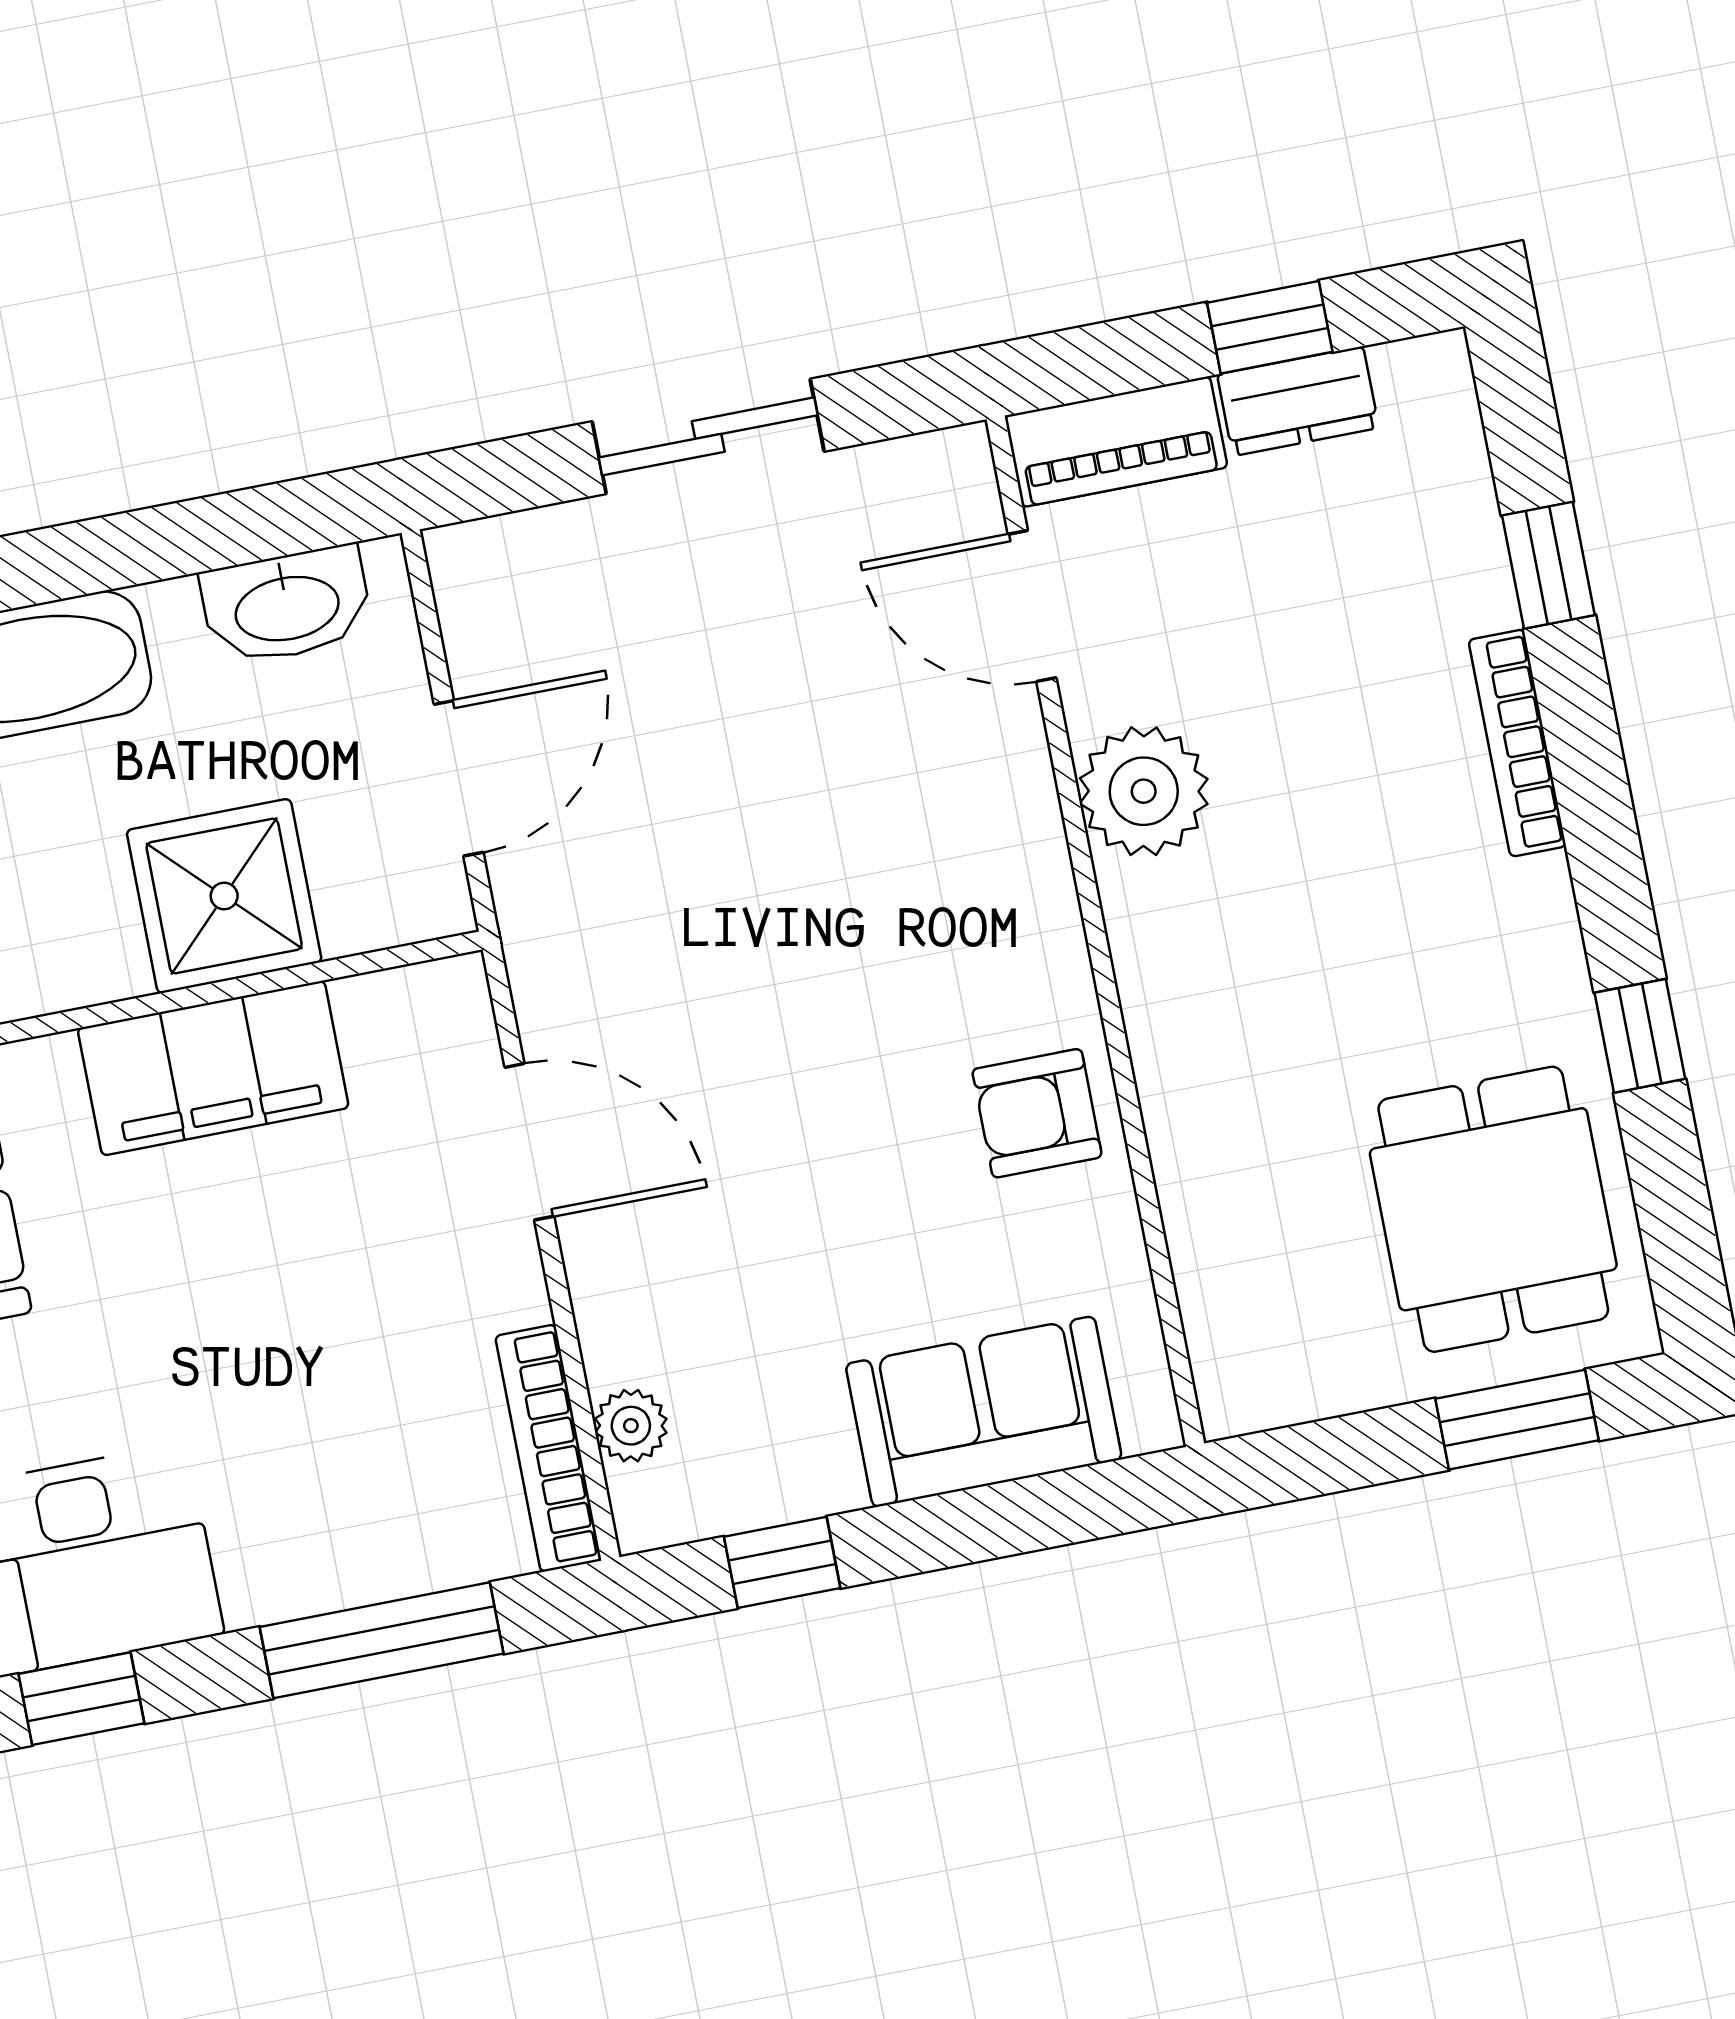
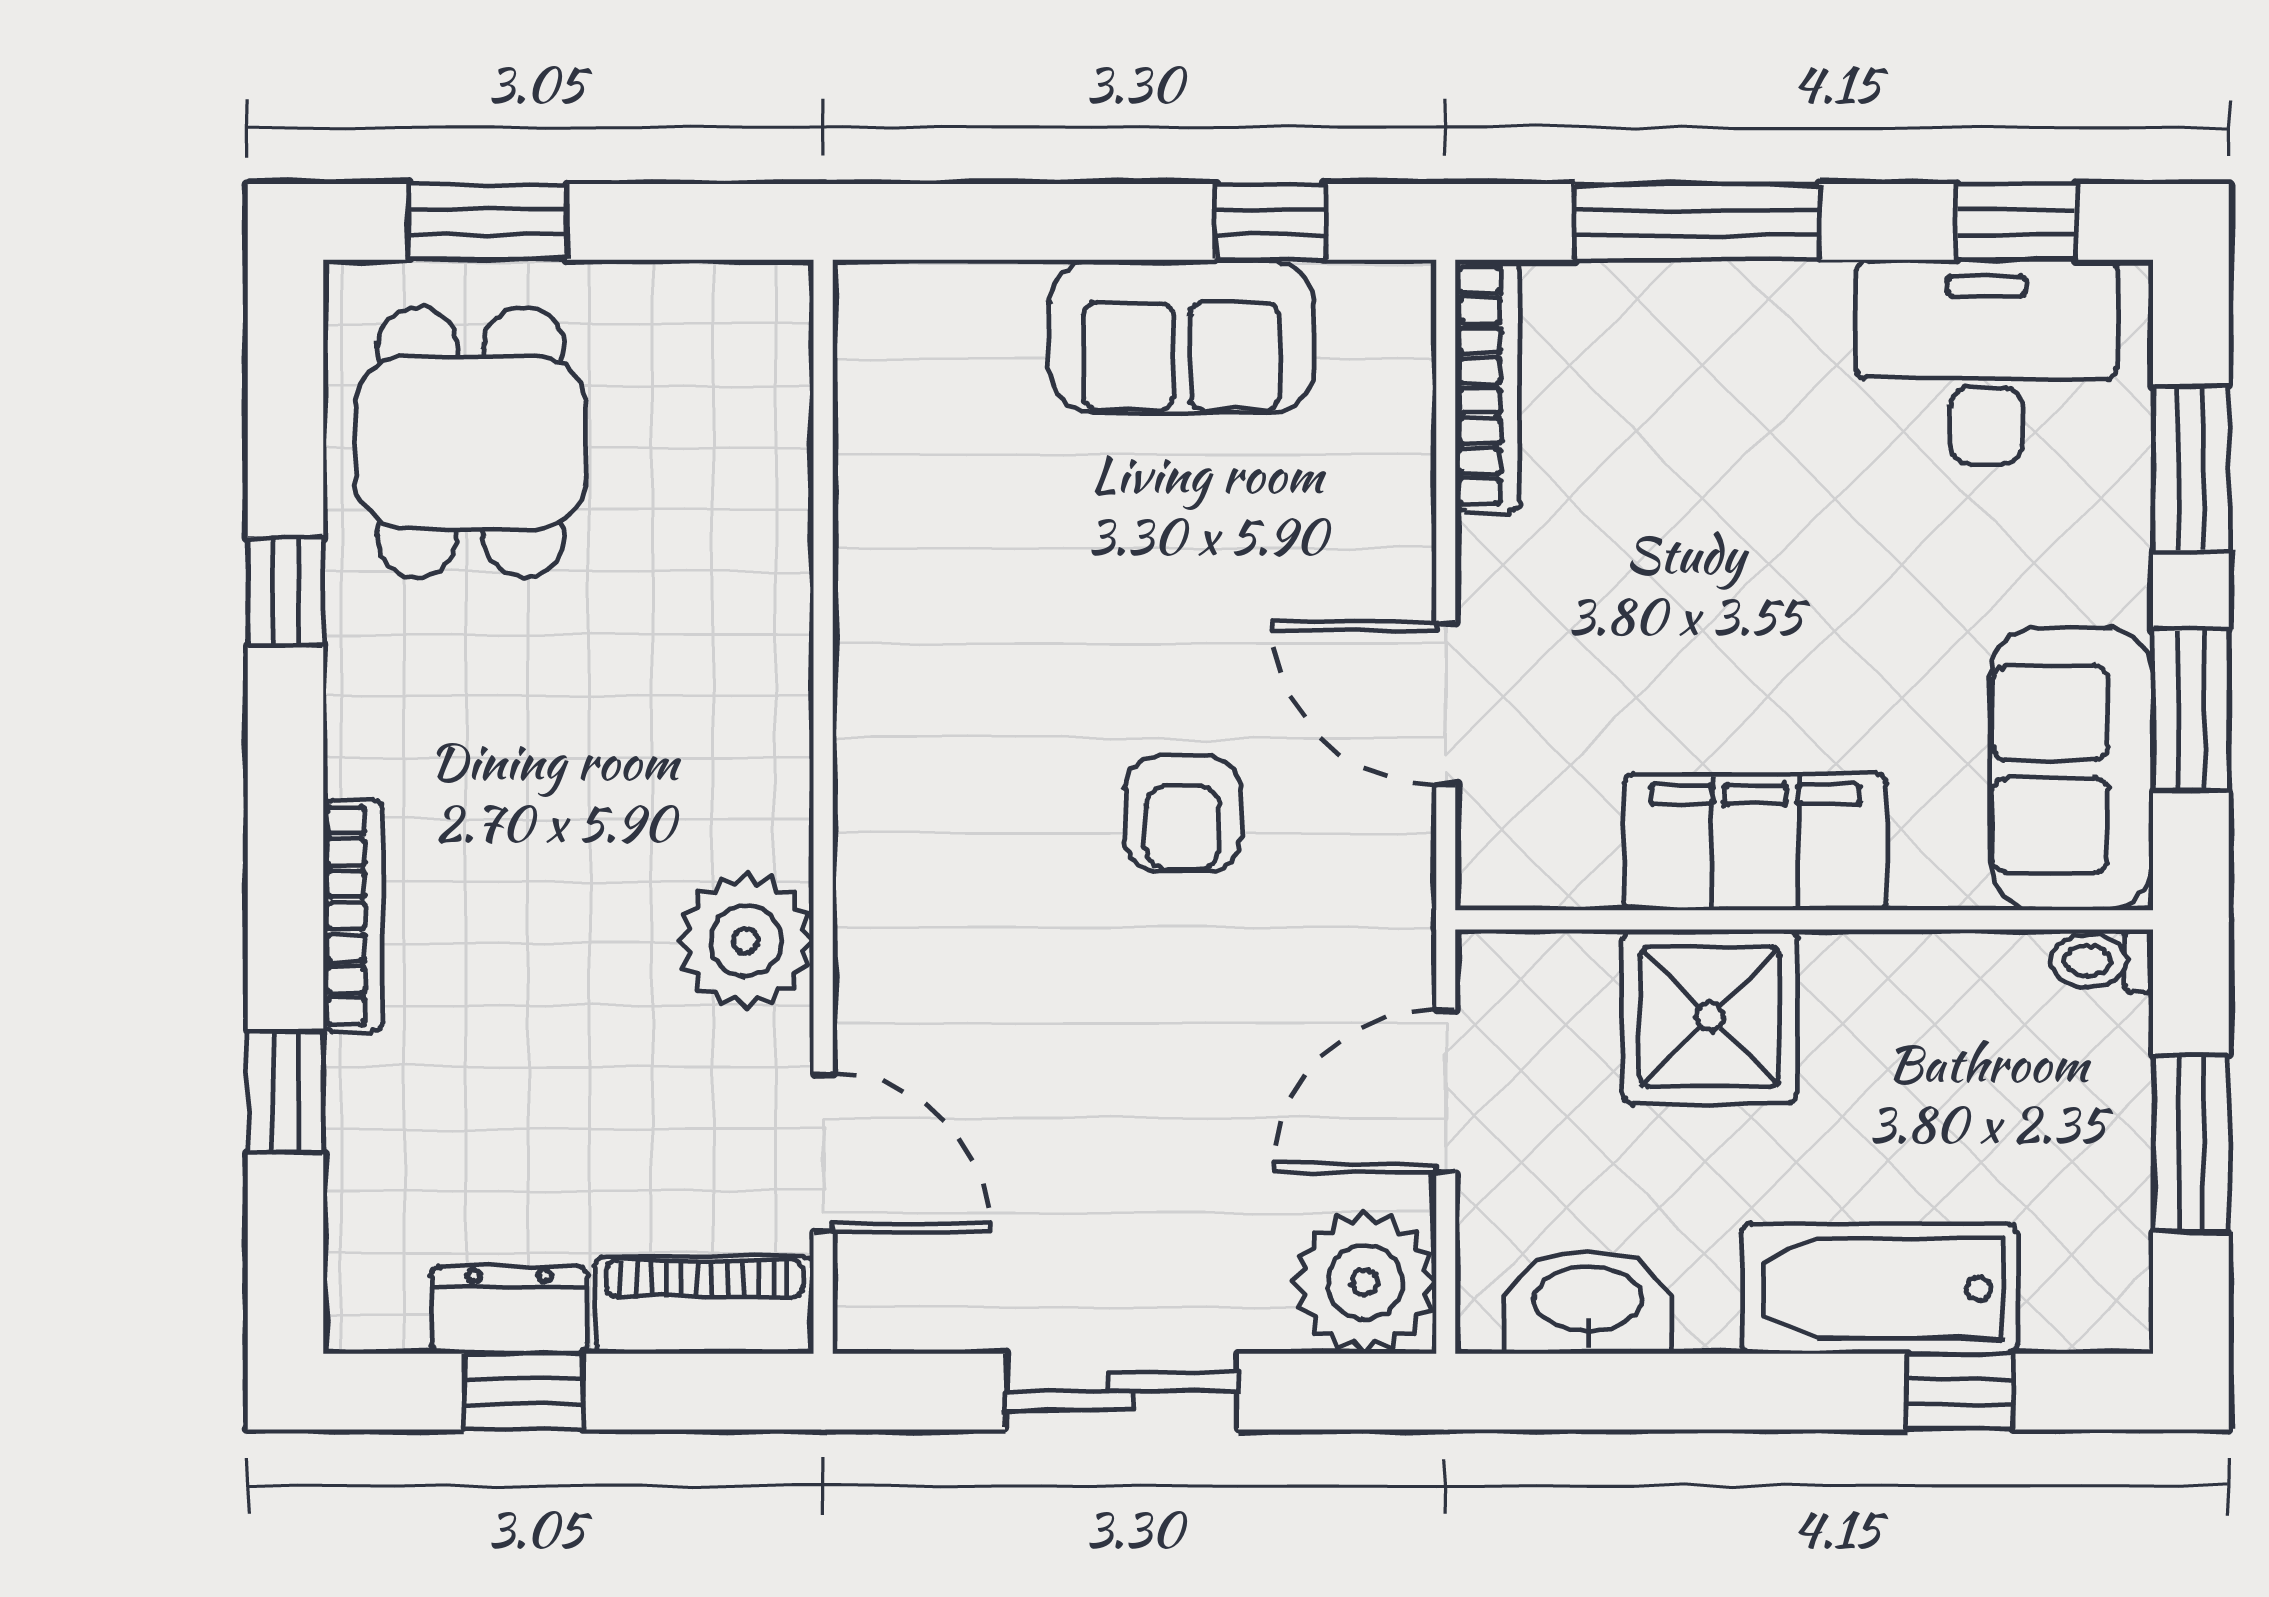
armchair: (1037, 1113) -> (1183, 814), moved, turned 90
sofa: (984, 1412) -> (1181, 336), moved
plant: (631, 1426) -> (1365, 1282), moved, width x1.88, depth x1.88

